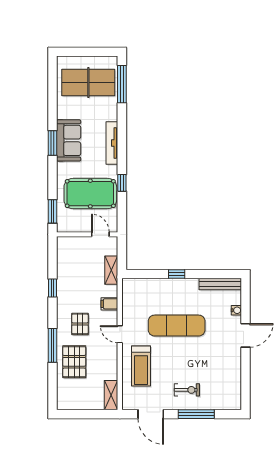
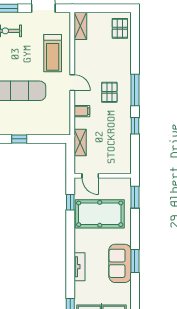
tv unit: (112, 143) -> (80, 267), width x0.71
window: (122, 183) -> (70, 202), moved
window: (52, 345) -> (135, 90), moved
pallet: (74, 362) -> (120, 28), moved, width x0.67, depth x0.71
treadmill: (141, 366) -> (53, 53), turned 180

